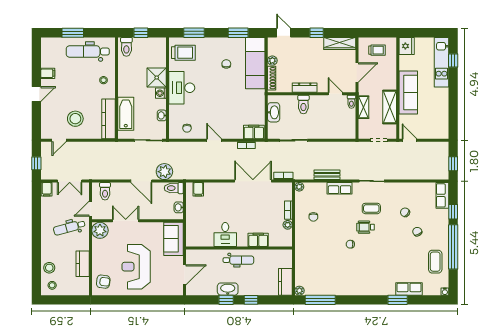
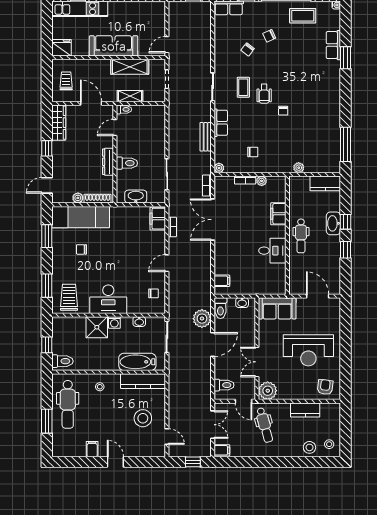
dental chair: (238, 260) -> (301, 236), turned 180
washbasin: (228, 289) -> (333, 223), moved
plant: (299, 291) -> (299, 168), moved

